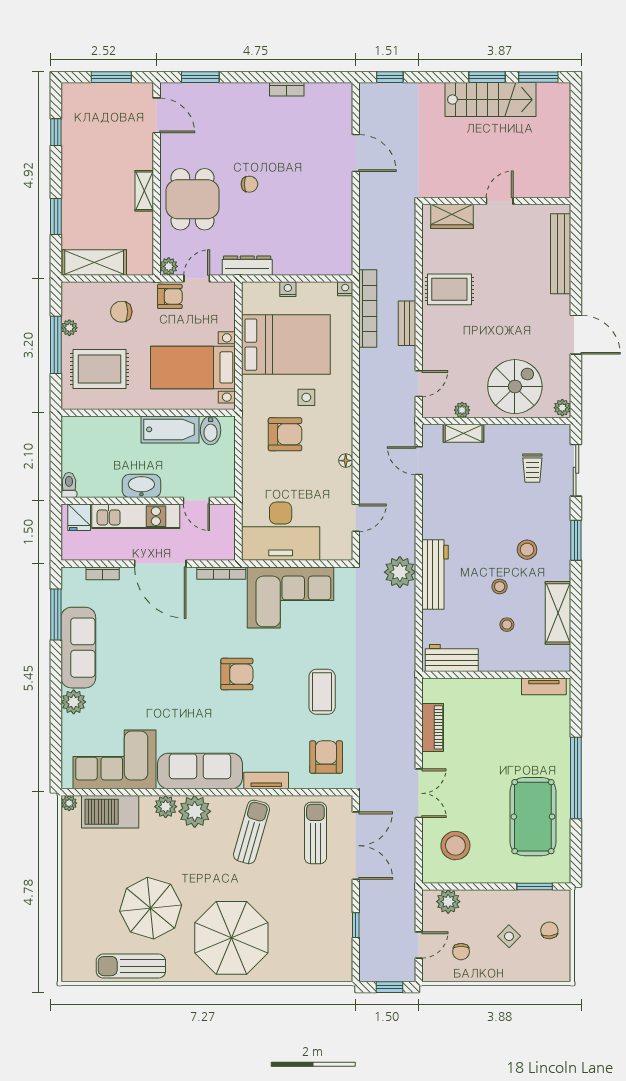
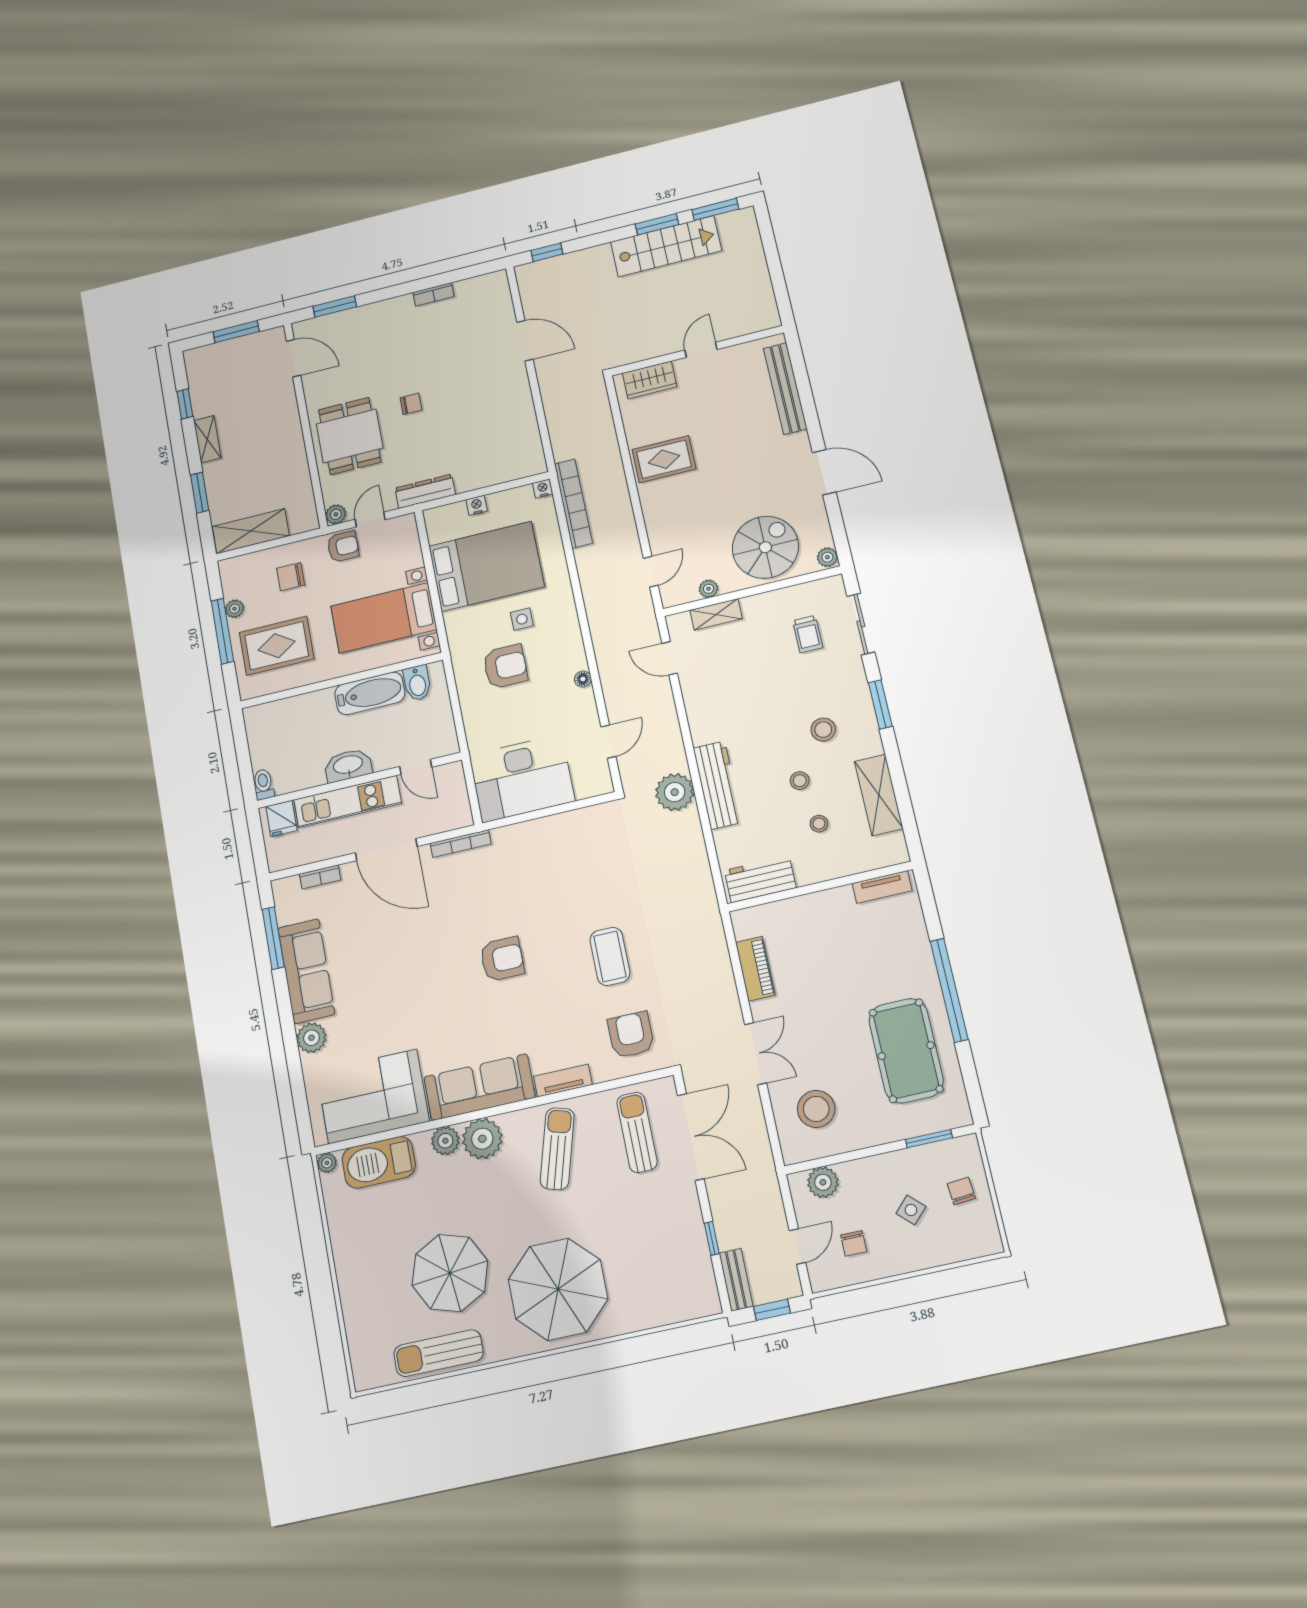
shelving: (144, 191) -> (207, 439), moved
bench: (407, 323) -> (736, 1280), moved
corner sofa: (290, 597) -> (549, 853), removed

